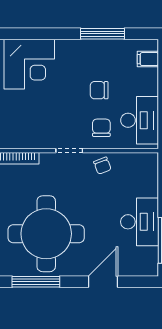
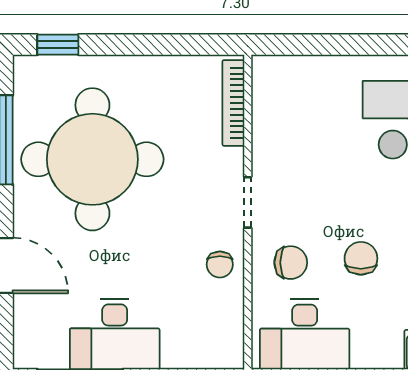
chair: (102, 166) -> (220, 264), turned -69

